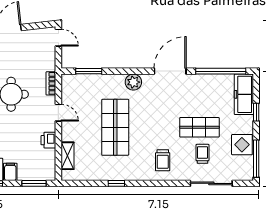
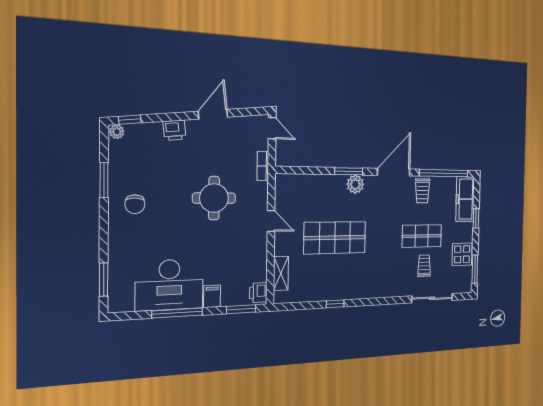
window: (89, 71) -> (349, 171), moved
bookcase: (51, 83) -> (263, 166), moved
shop shelf: (115, 127) -> (335, 238), turned 90
printer: (48, 140) -> (258, 293), moved
window: (256, 159) -> (475, 269), width x0.69
trolley: (163, 160) -> (422, 191), moved

